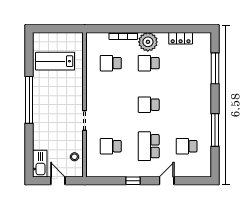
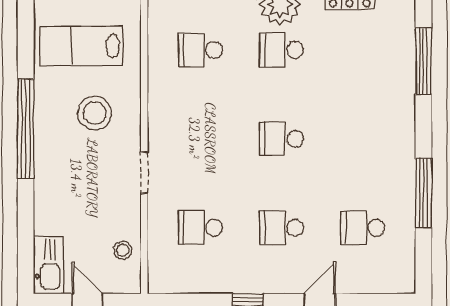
stool: (61, 93) -> (95, 113), added
school desk: (149, 146) -> (282, 228), width x0.54

